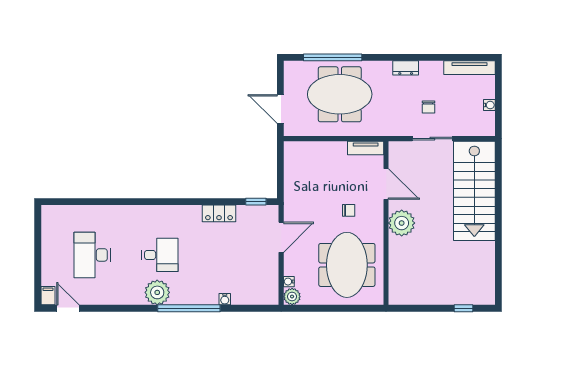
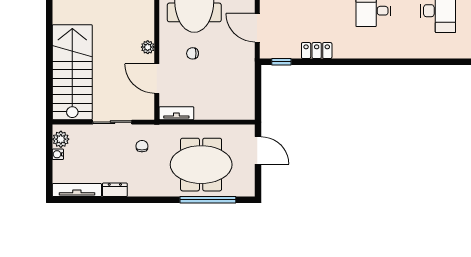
dresser: (406, 68) -> (115, 190), moved
chair: (428, 107) -> (142, 146), moved
plant: (486, 121) -> (61, 139), added
plant: (402, 223) -> (148, 47), width x0.53, depth x0.53
door: (281, 237) -> (257, 28), hinge flipped

